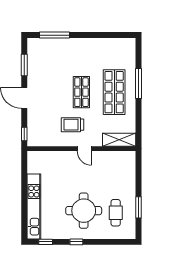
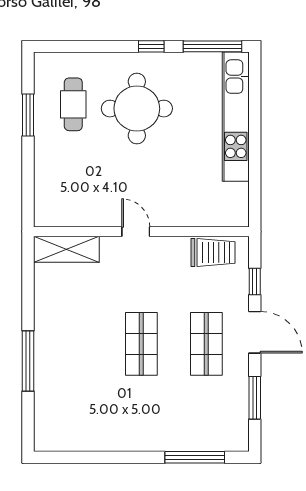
shop shelf: (114, 92) -> (206, 344), moved, width x0.70, depth x0.74
trolley: (72, 125) -> (213, 252), moved
window: (24, 134) -> (255, 281), moved
window: (46, 242) -> (212, 46), width x2.17

